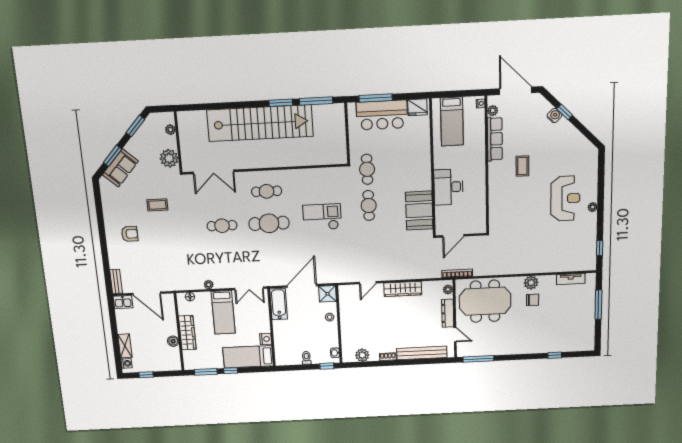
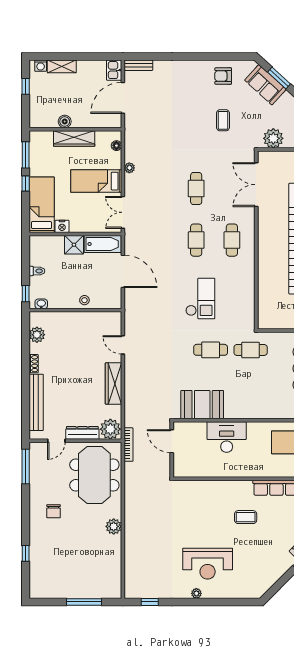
cafe table: (269, 223) -> (196, 240), width x0.73, depth x0.74
armchair: (130, 234) -> (223, 76), moved, turned 90
tv unit: (571, 279) -> (116, 571), removed
plant: (448, 289) -> (110, 429), width x1.88, depth x1.88
shower: (328, 294) -> (74, 245), moved
chair: (533, 300) -> (54, 511), moved

